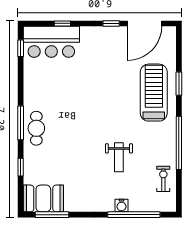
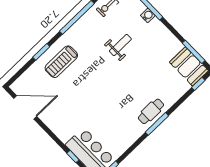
window: (111, 23) -> (45, 127), removed
treadmill: (154, 93) -> (61, 62), width x0.73, depth x0.73
window: (21, 167) -> (198, 84), moved

